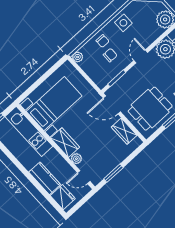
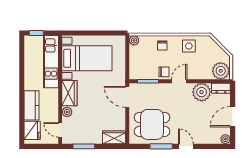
chair: (110, 55) -> (164, 72), moved
wardrobe: (124, 131) -> (114, 137), moved, turned 90

